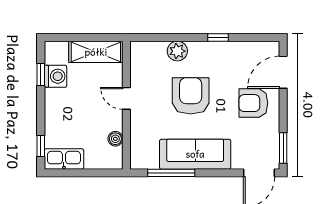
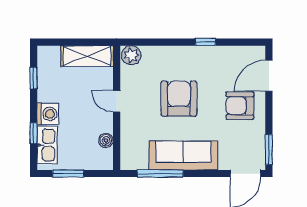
plant: (177, 51) -> (131, 55), moved
washing machine: (55, 76) -> (48, 114), moved
window: (41, 146) -> (34, 133), moved
kitchen sink: (64, 159) -> (47, 145), moved, turned 90
window: (77, 173) -> (68, 174), added

